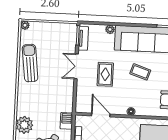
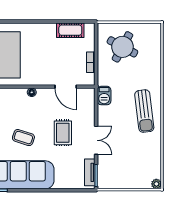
plant: (110, 29) -> (60, 184), removed
sun lounger: (30, 63) -> (144, 111), moved
barbecue: (66, 121) -> (104, 96), moved
plant: (24, 125) -> (152, 71), removed

